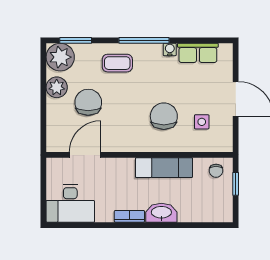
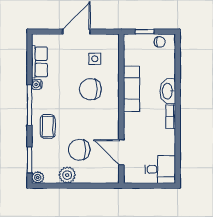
plant: (60, 57) -> (38, 177), width x0.53, depth x0.53
chair: (216, 171) -> (160, 42), moved
desk: (70, 203) -> (160, 169), width x0.73

